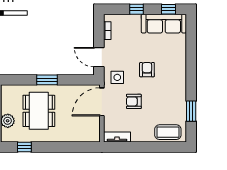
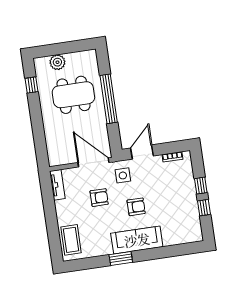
window: (168, 9) -> (204, 208), moved
sofa: (164, 24) -> (137, 240), moved, turned 90
window: (47, 80) -> (109, 99), width x2.11
armchair: (134, 101) -> (99, 198), turned 90
window: (191, 111) -> (121, 258), moved

